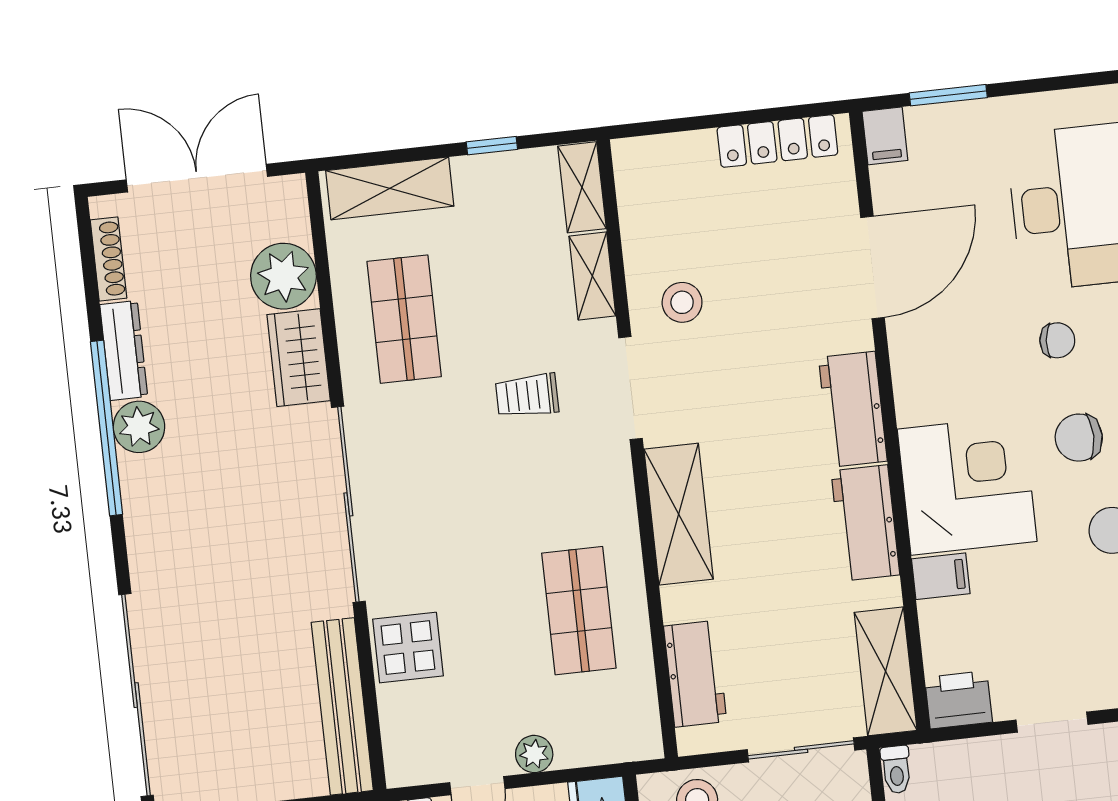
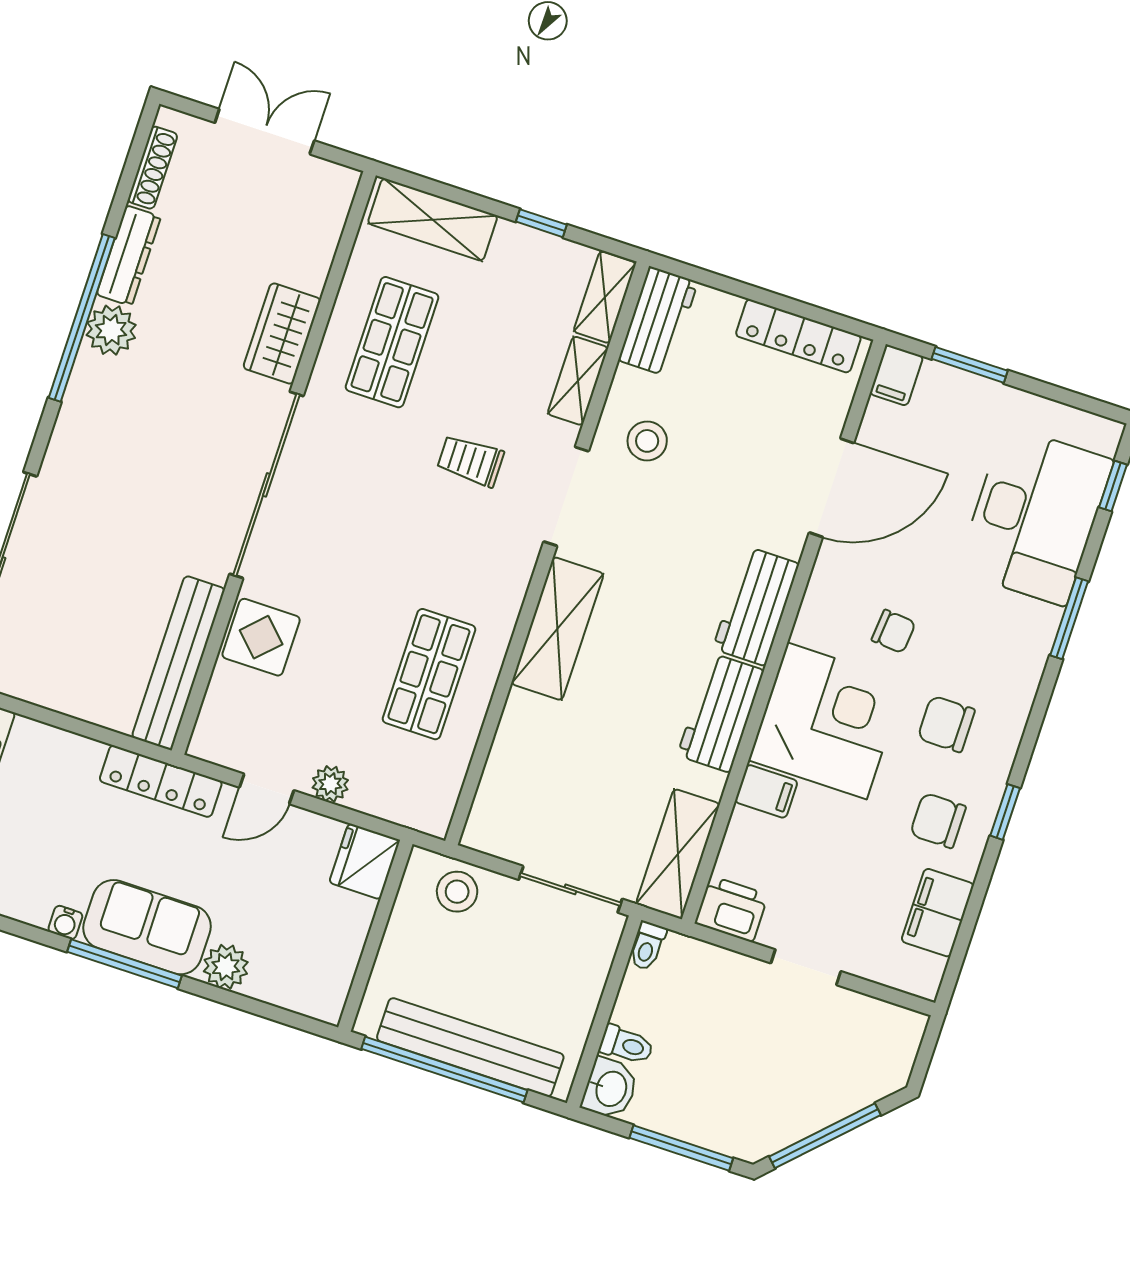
double door: (197, 178) -> (265, 132), width x0.73
plant: (283, 276) -> (302, 255), removed
chair: (1057, 340) -> (894, 631), moved
workbench: (695, 674) -> (658, 321), moved

